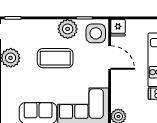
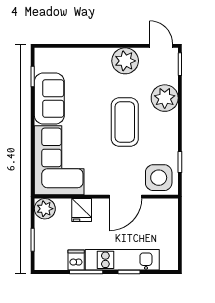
fridge: (118, 28) -> (82, 210), moved, turned -90
plant: (68, 29) -> (165, 98), moved

